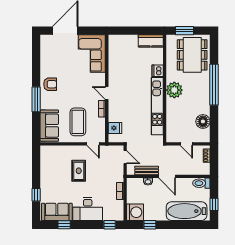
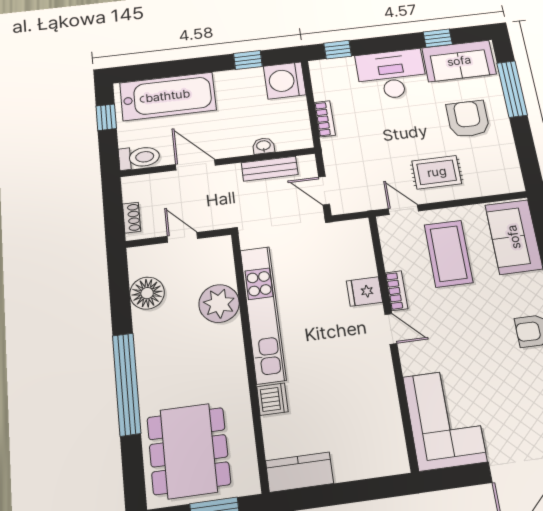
plant: (174, 90) -> (219, 304), moved
fridge: (115, 128) -> (364, 292), moved
rug: (79, 171) -> (437, 172), moved, turned 90
door: (167, 176) -> (195, 165), moved
armchair: (58, 183) -> (468, 119), added
window: (36, 195) -> (512, 89), width x2.17

